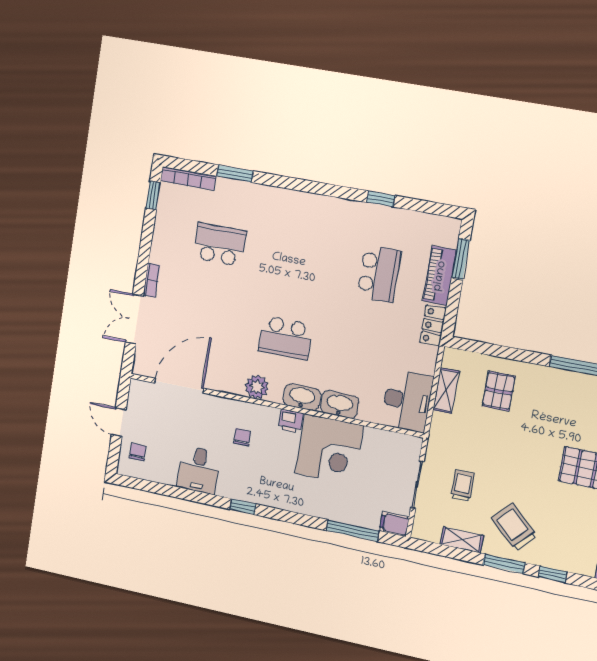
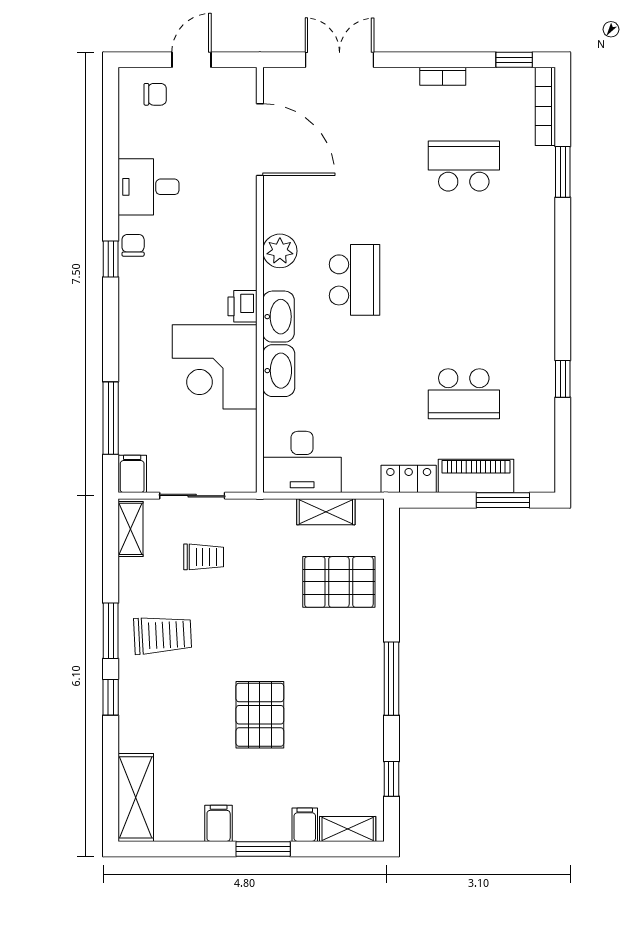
school desk: (220, 245) -> (464, 166), turned -90
bookcase: (152, 280) -> (443, 76), moved
school desk: (285, 338) -> (355, 280), turned 180
pallet: (499, 391) -> (339, 582), width x1.50, depth x1.42
chair: (242, 437) -> (133, 245), moved, turned -90
trolley: (514, 527) -> (163, 635), turned 44
shelving: (462, 540) -> (130, 529), moved

